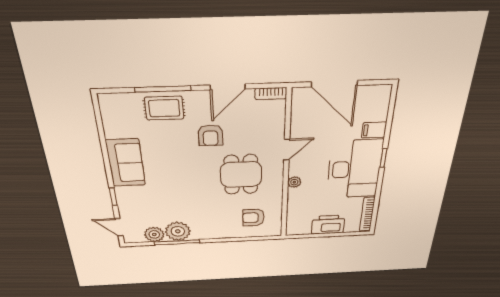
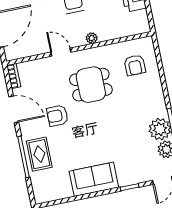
armchair: (210, 135) -> (57, 116), turned 180

